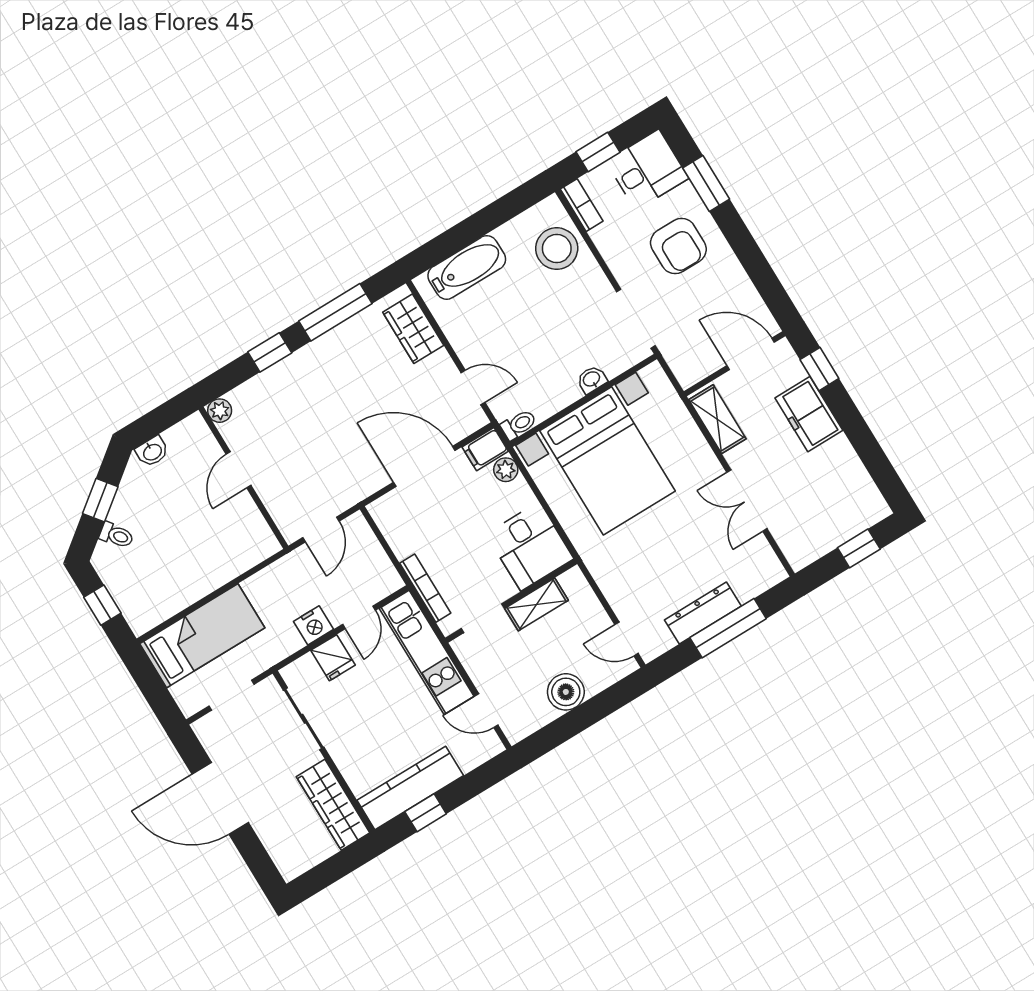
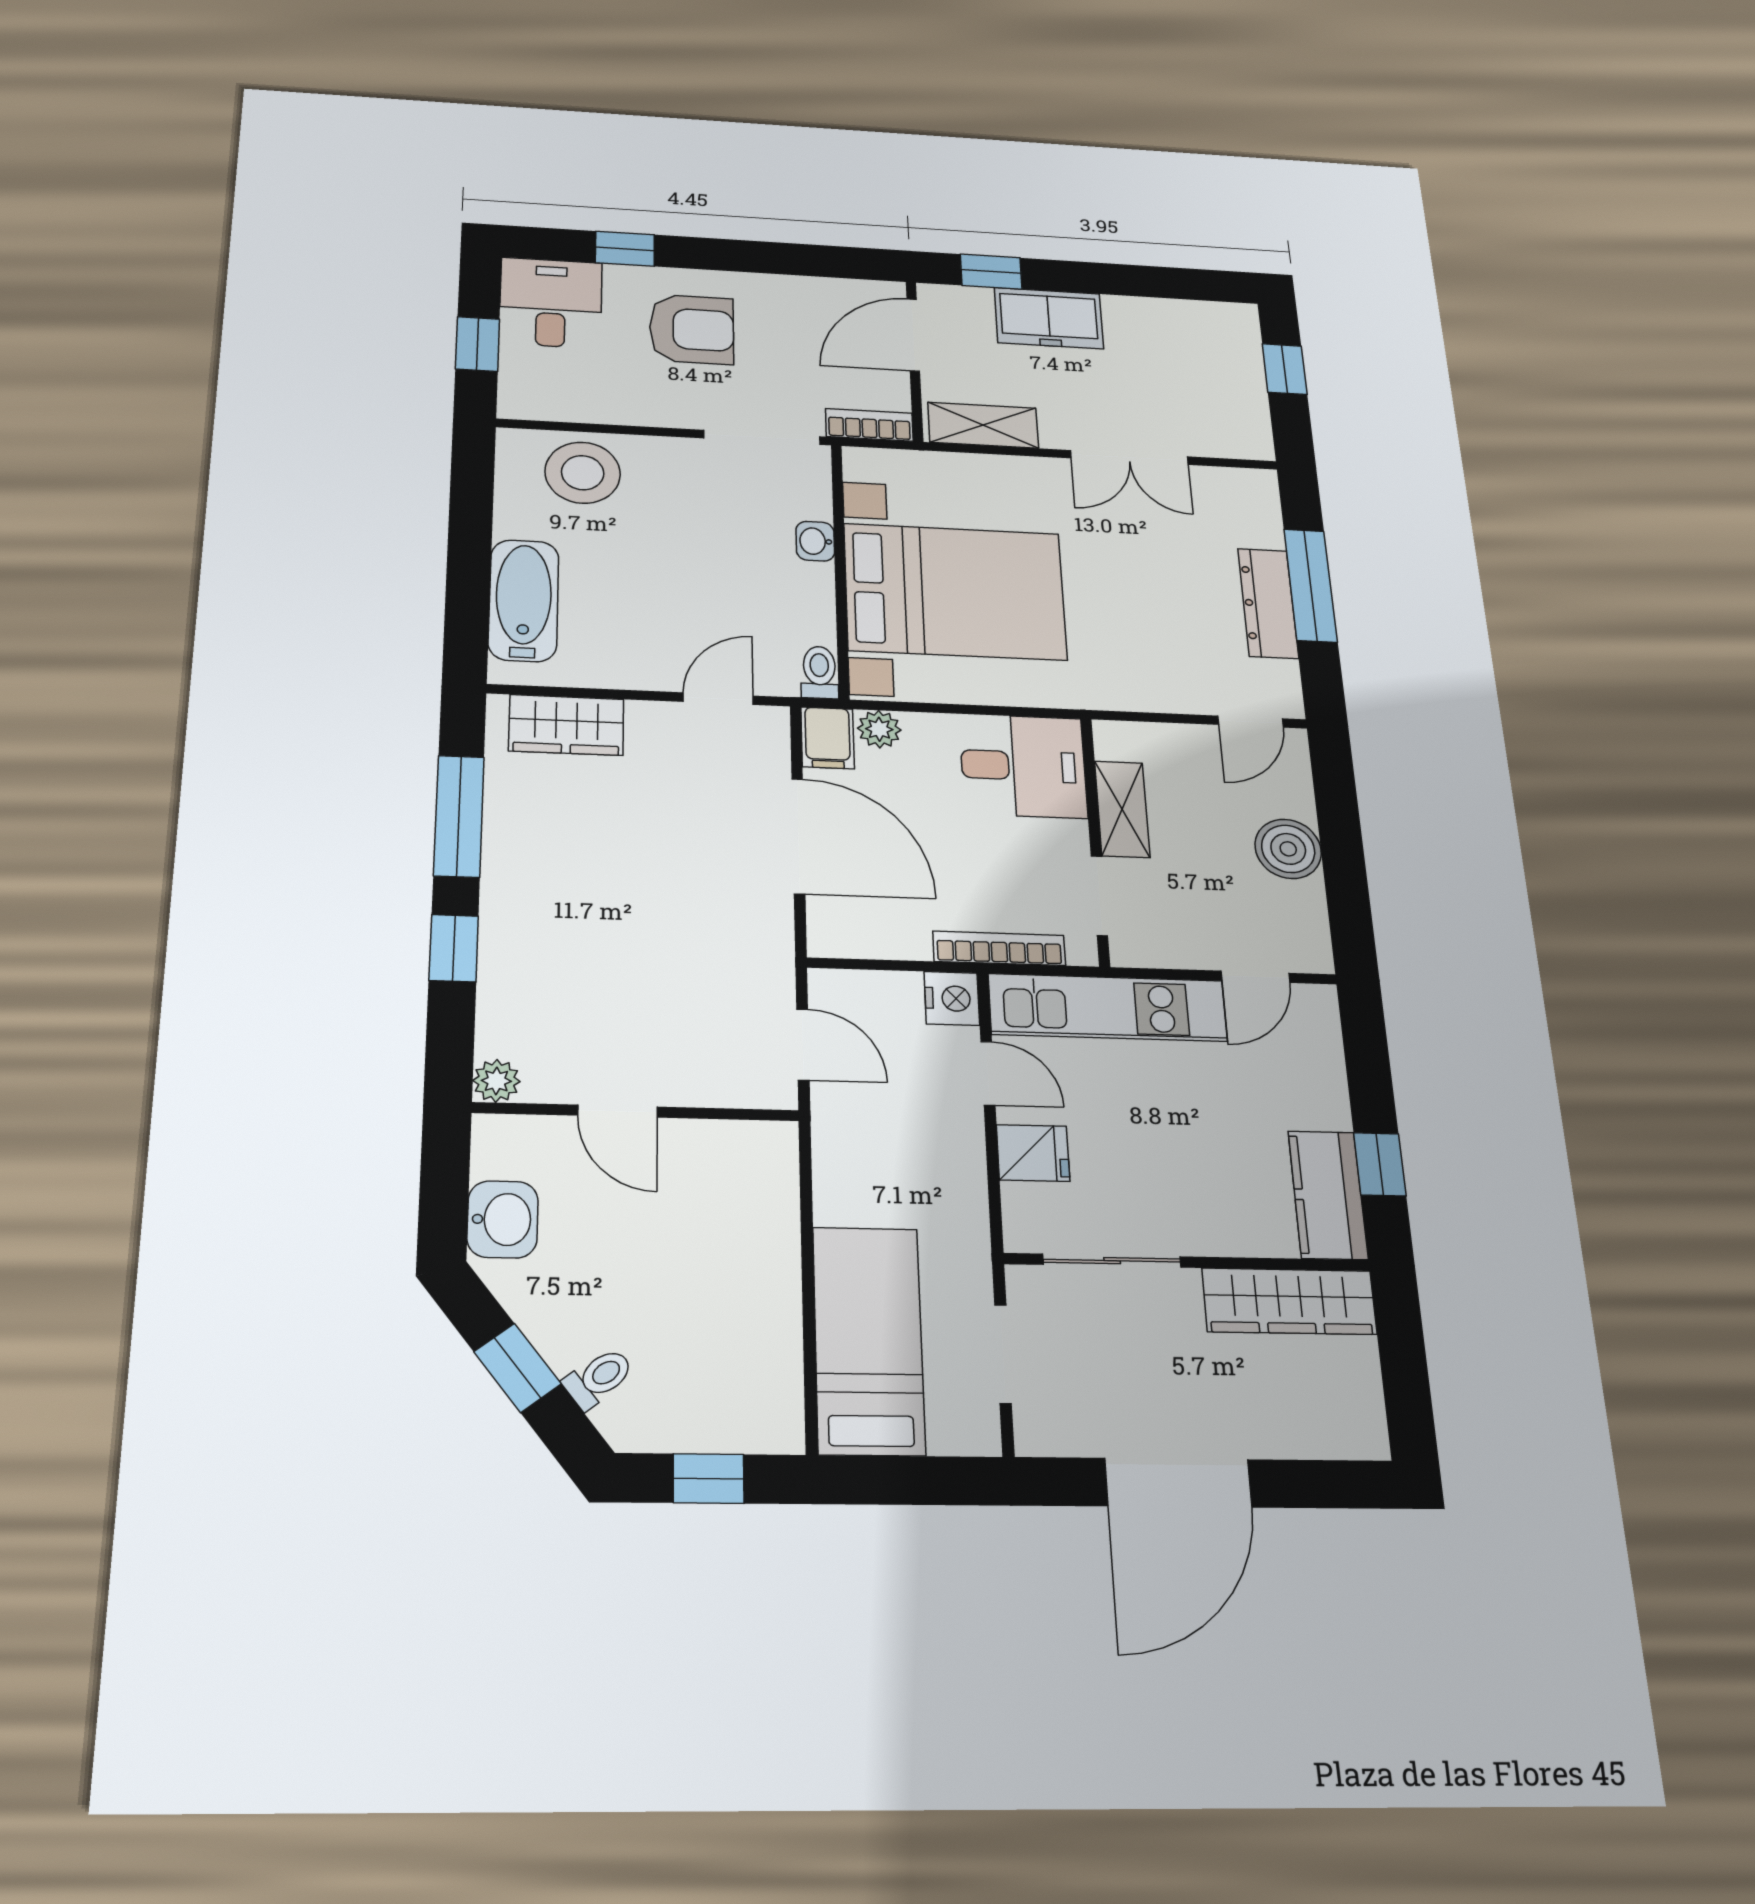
window: (706, 183) -> (625, 249), width x0.67
bookcase: (582, 205) -> (869, 425), moved
washbasin: (152, 452) -> (503, 1219), width x1.38, depth x1.45
door: (424, 466) -> (798, 836), swing flipped
nightstand: (314, 625) -> (952, 998), moved
kitchen counter: (410, 788) -> (1328, 1195), width x0.67

